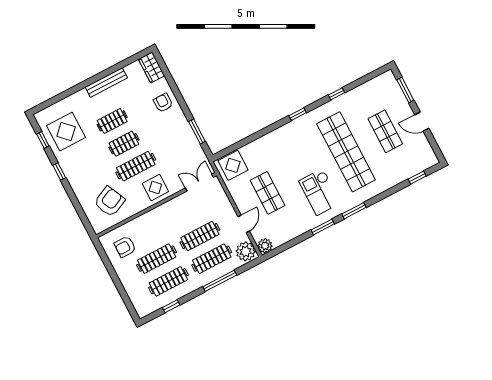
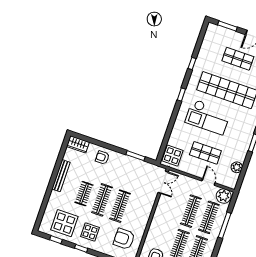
clothes rail: (124, 144) -> (102, 200), width x1.36
double door: (199, 183) -> (163, 182), swing flipped
display table: (155, 188) -> (90, 232), moved
checkout: (320, 192) -> (208, 117), moved, width x1.36, depth x1.21
armchair: (110, 202) -> (124, 239), turned -65
plant: (265, 246) -> (237, 167), moved

